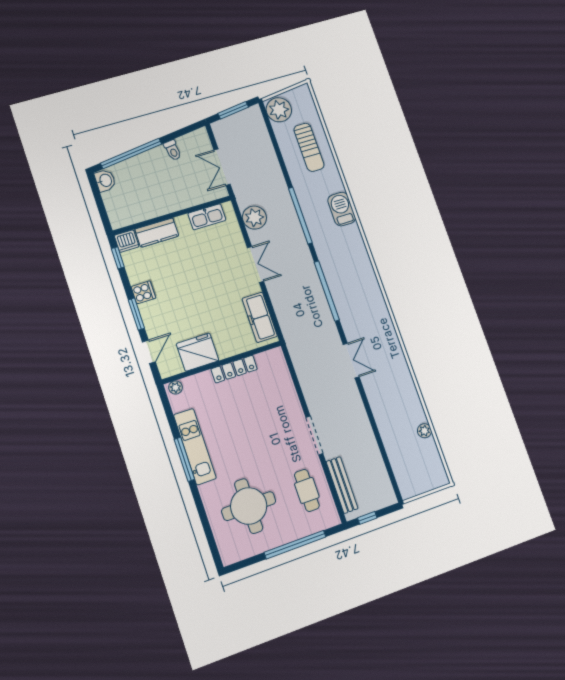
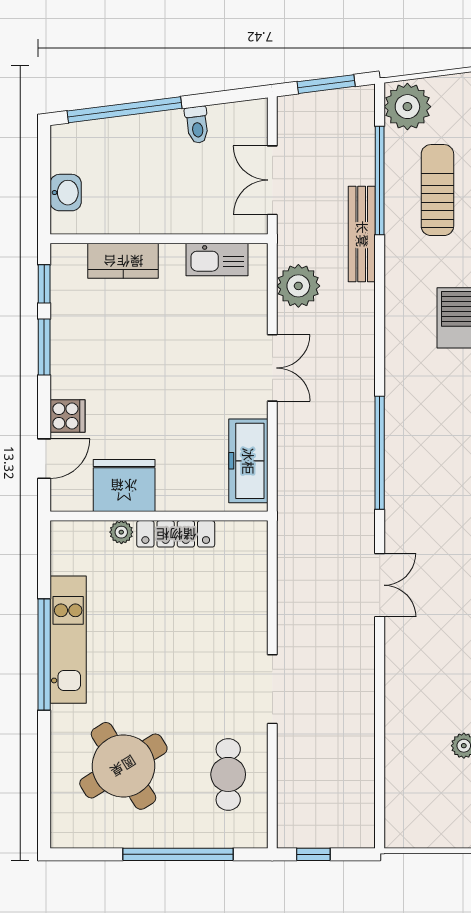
sun lounger: (309, 147) -> (437, 190), turned 180
washbasin: (105, 180) -> (66, 193), moved
window: (300, 215) -> (380, 180), moved
dishwasher: (127, 241) -> (68, 260), removed
cooker: (143, 292) -> (67, 416), moved
window: (136, 314) -> (44, 347), moved
plant: (176, 387) -> (121, 532), moved
window: (184, 459) -> (44, 654), width x1.46
bench: (342, 485) -> (362, 234), moved
round table: (249, 506) -> (123, 766), turned -32

